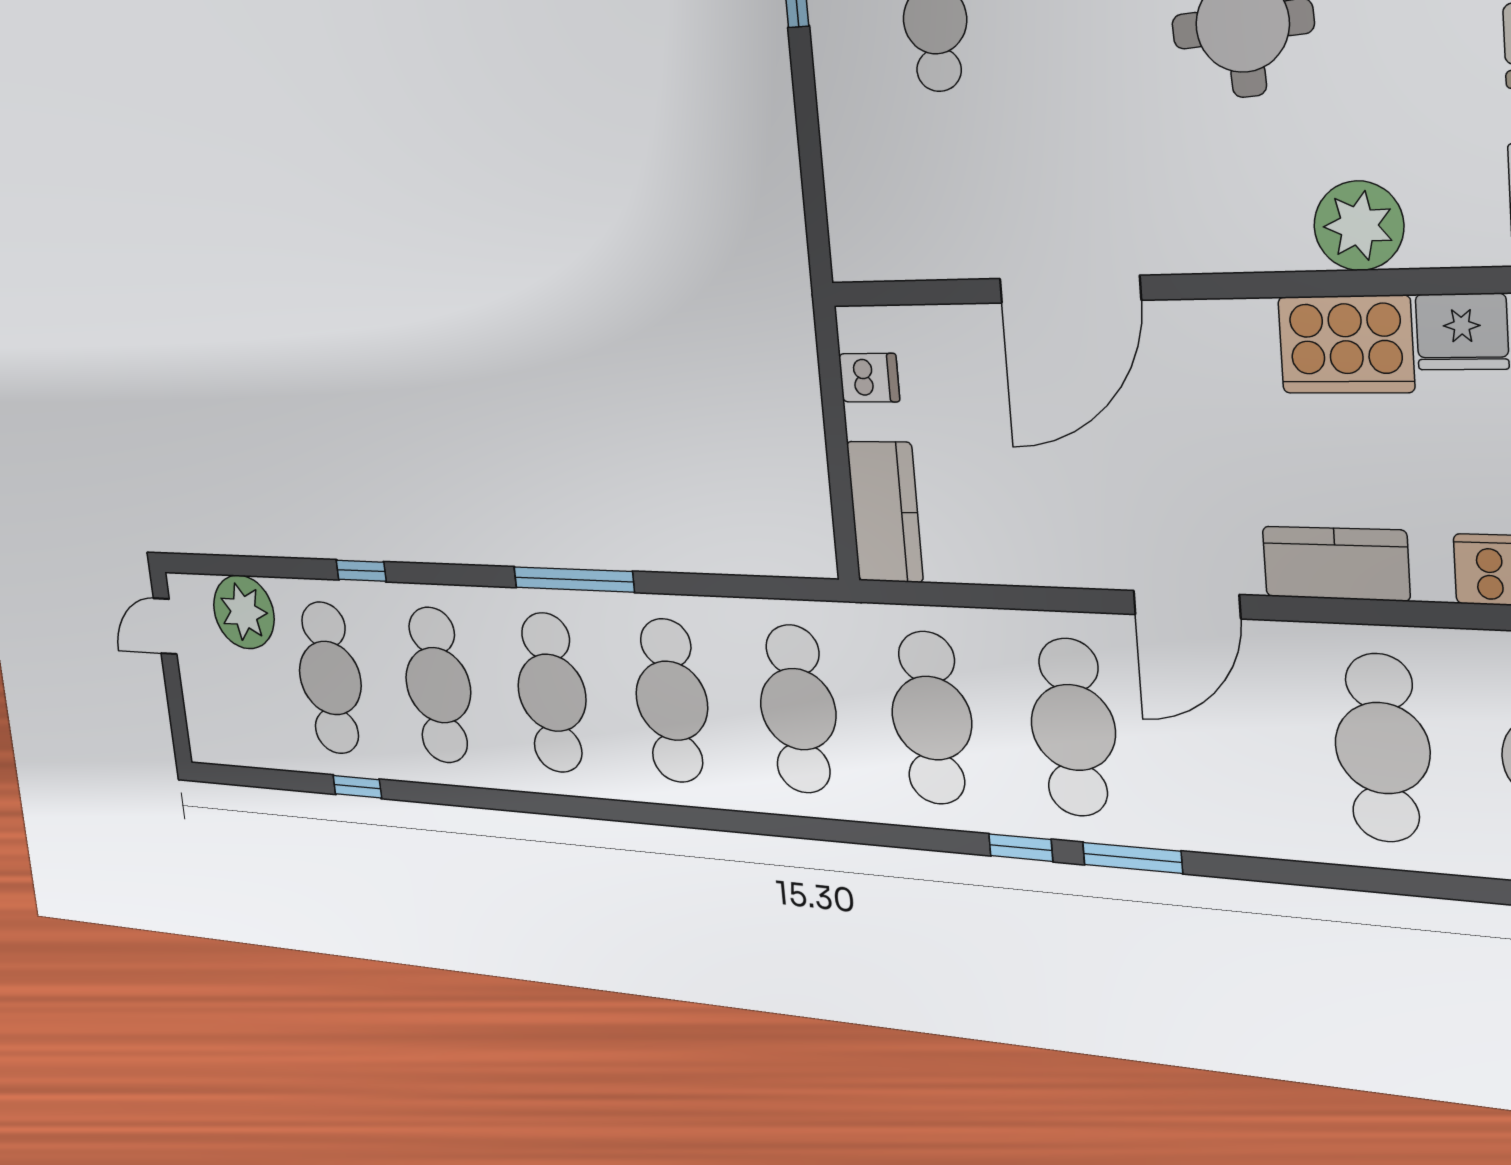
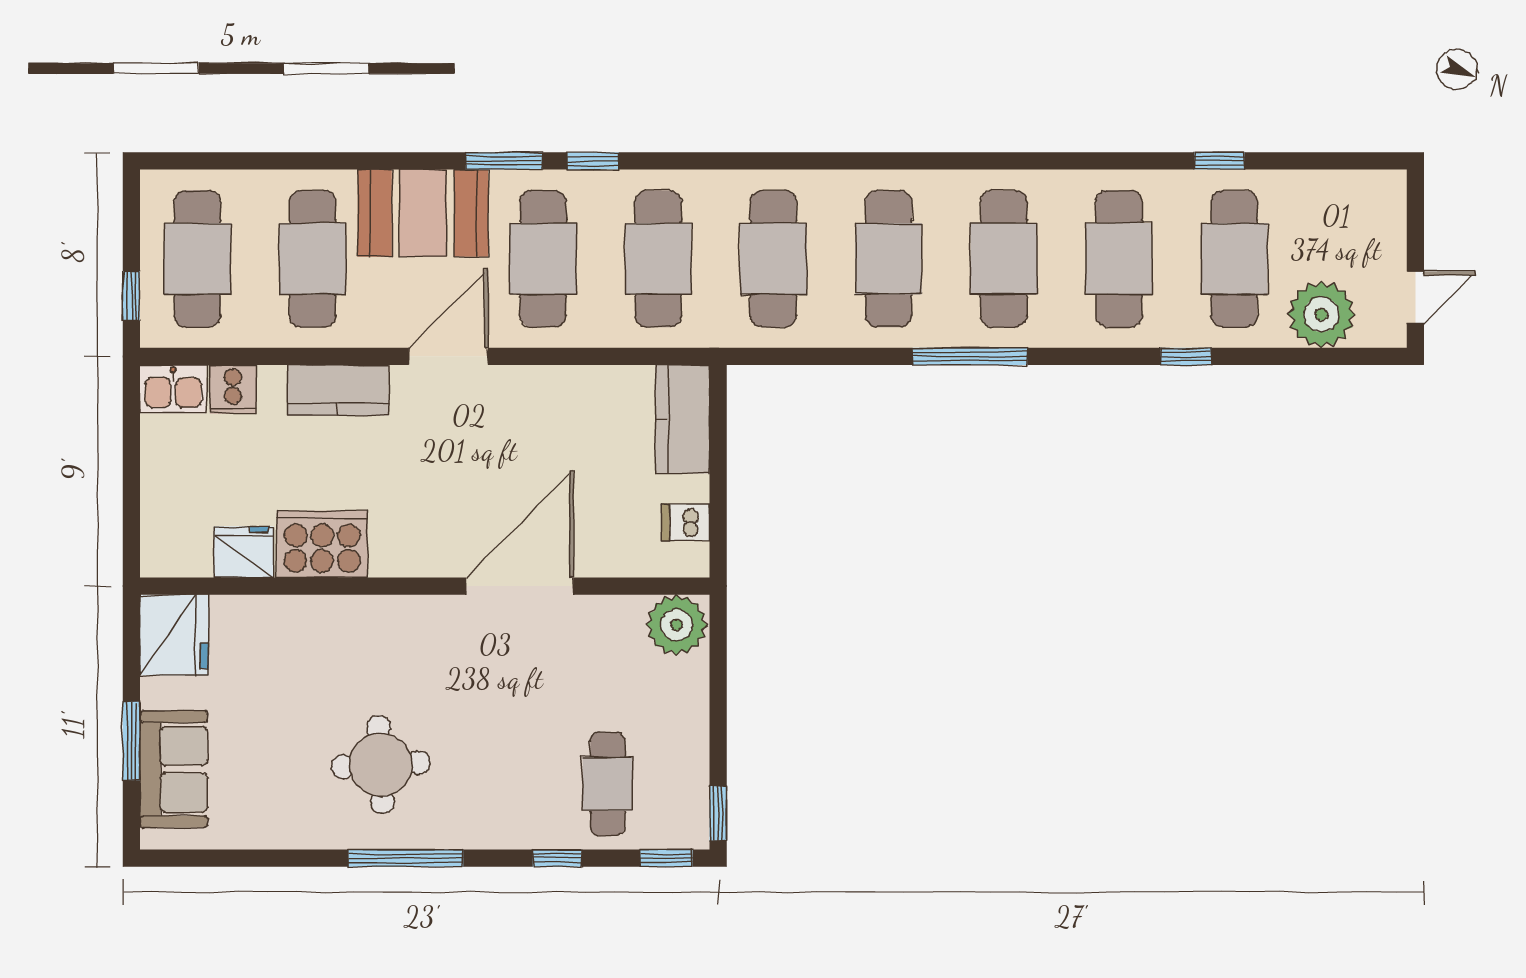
plant: (1359, 226) -> (677, 625), moved
booth: (1234, 799) -> (423, 213), added

